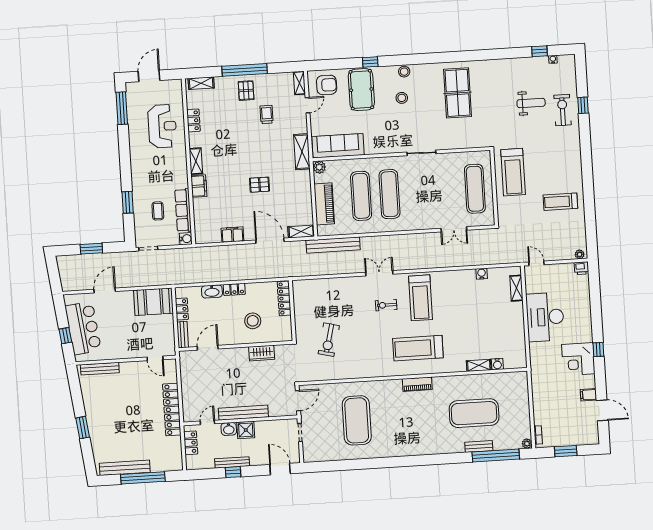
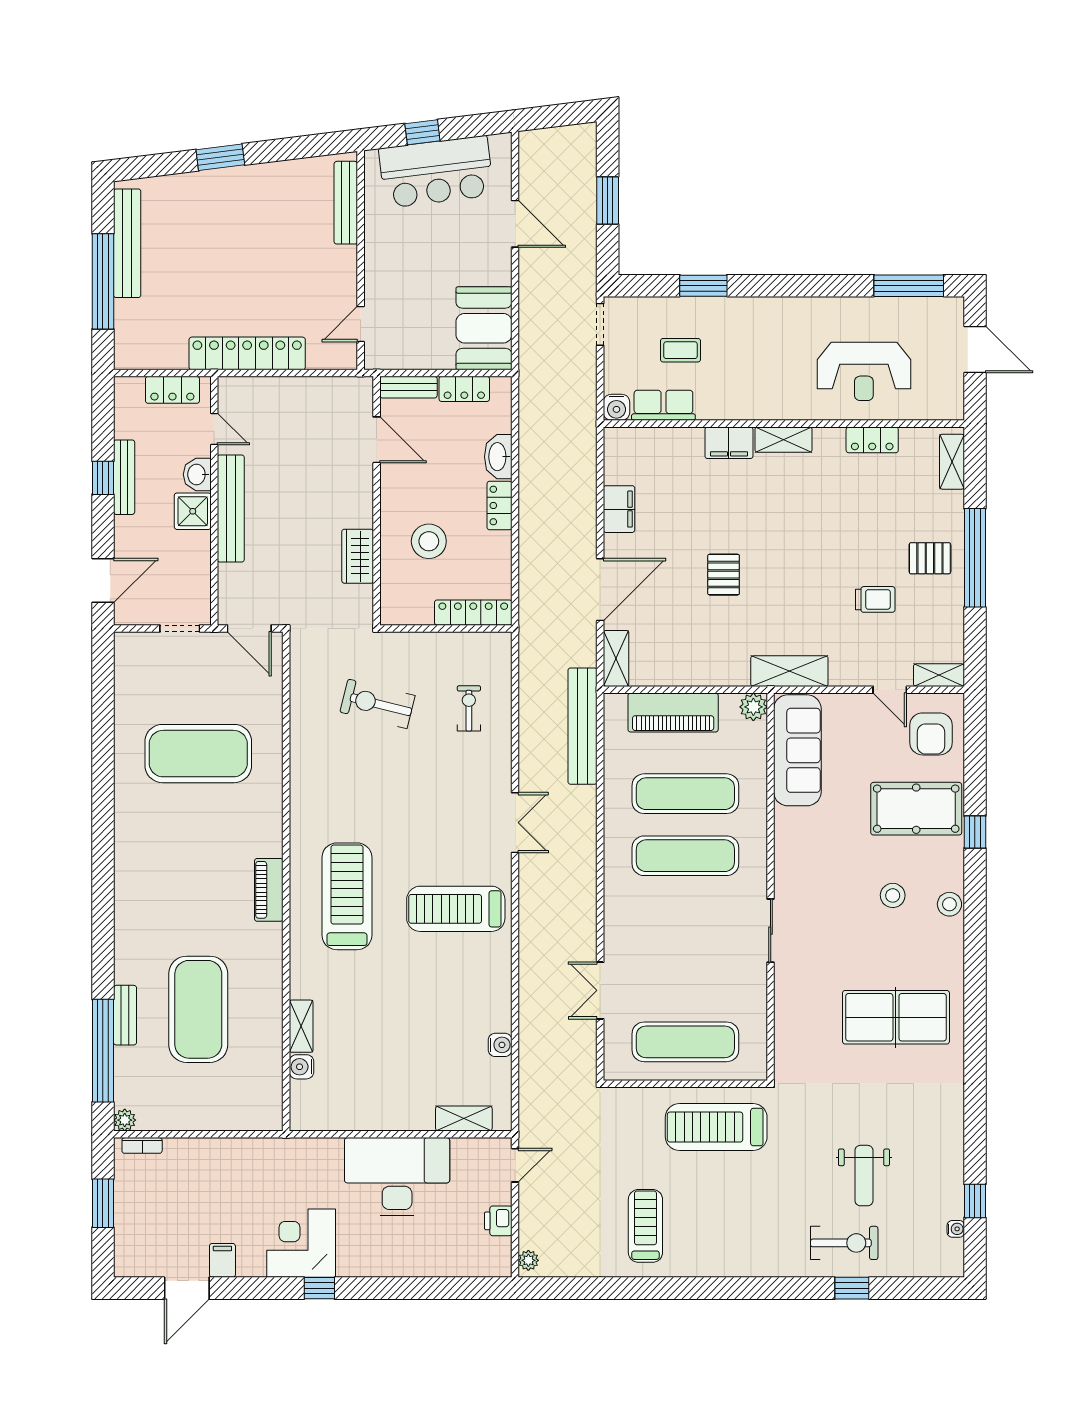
row of seats: (183, 210) -> (663, 405), width x0.68
printer: (581, 268) -> (498, 1221), moved
exercise bike: (386, 305) -> (469, 708), moved

